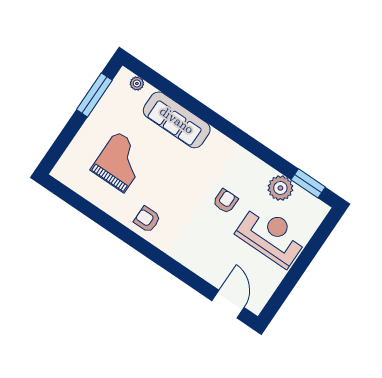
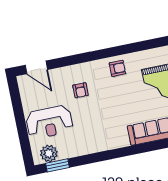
plant: (280, 188) -> (49, 153), moved
armchair: (225, 201) -> (80, 90), moved

